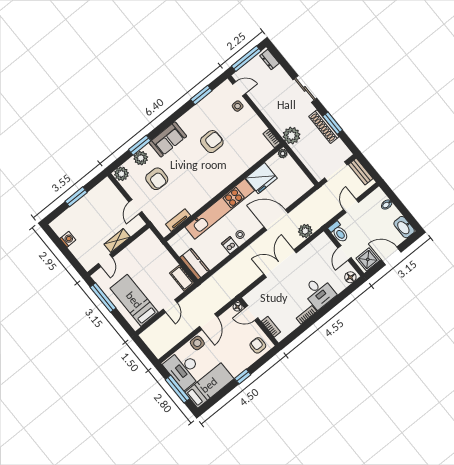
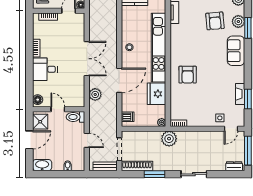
fireplace: (203, 105) -> (240, 94), added
shoe rack: (324, 127) -> (137, 166), moved
armchair: (212, 142) -> (188, 75), moved
armchair: (157, 179) -> (215, 21), turned -97
dishwasher: (230, 245) -> (128, 117), moved

